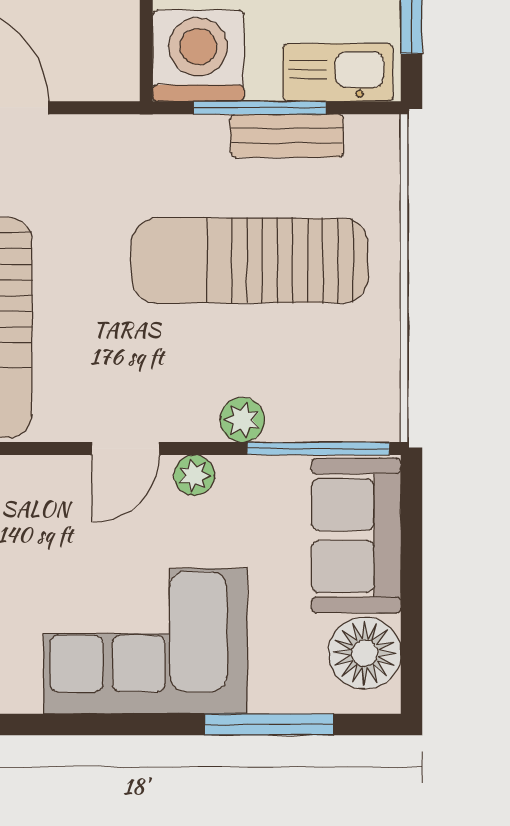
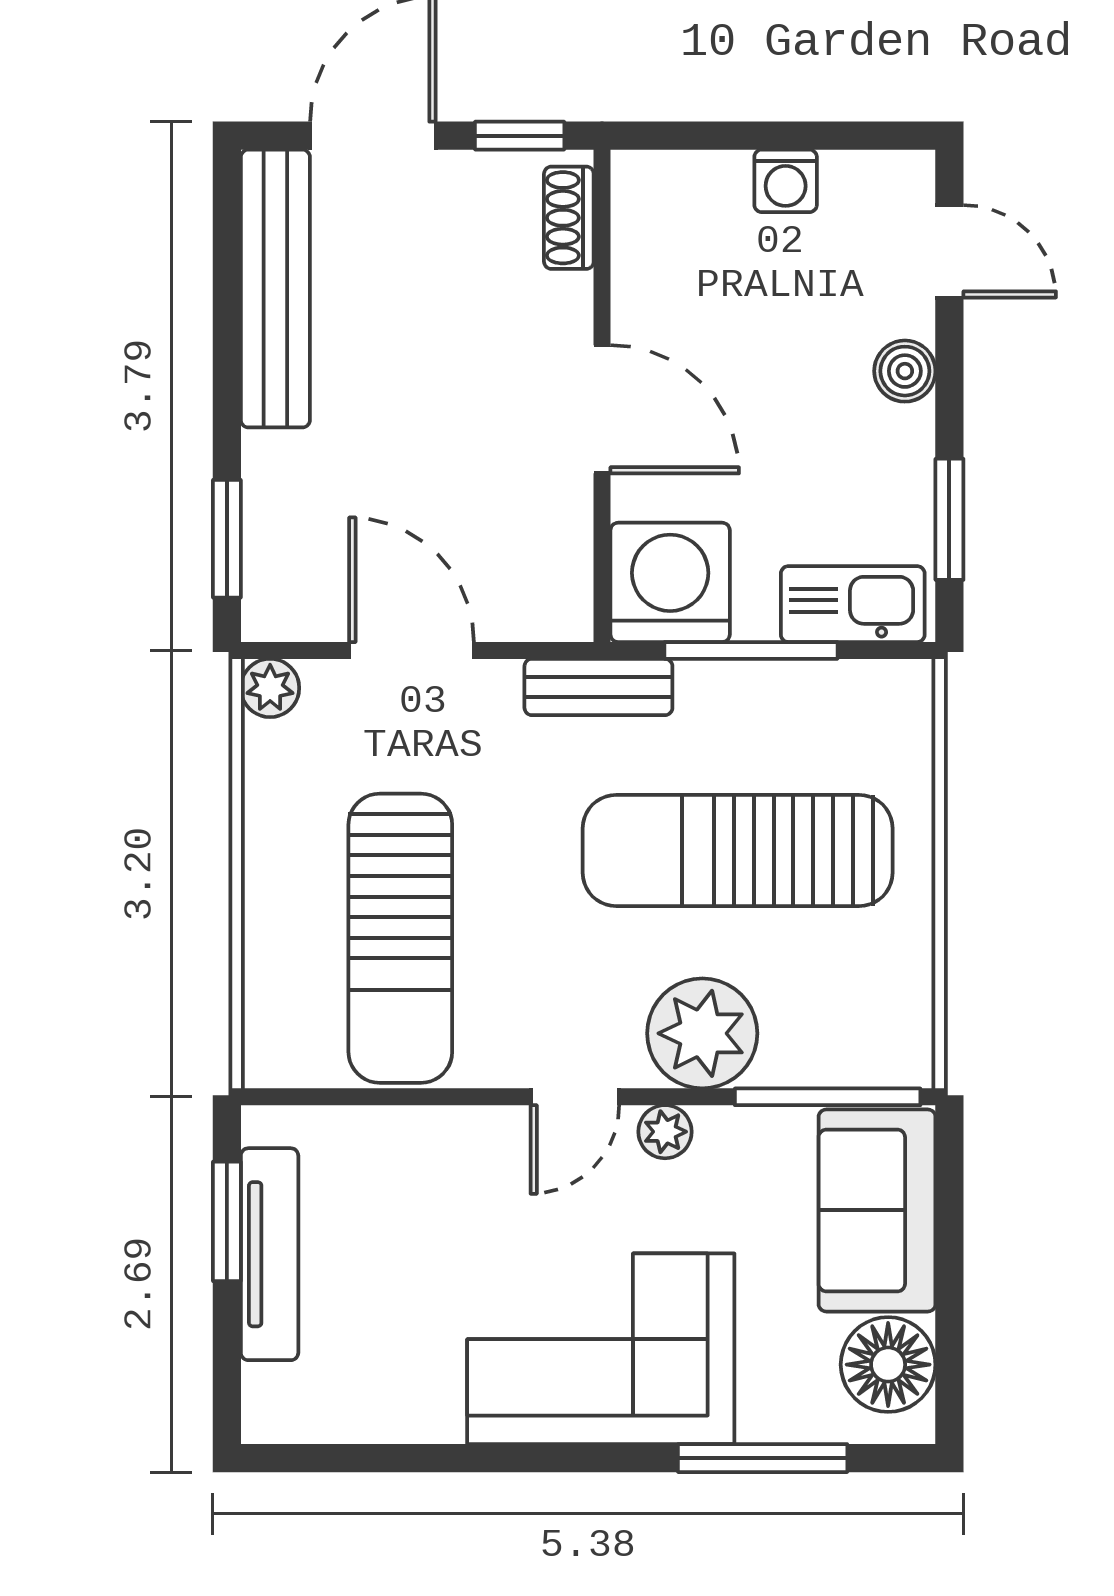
bench: (287, 136) -> (598, 687), moved
plant: (242, 420) -> (702, 1033), width x1.87, depth x1.87

